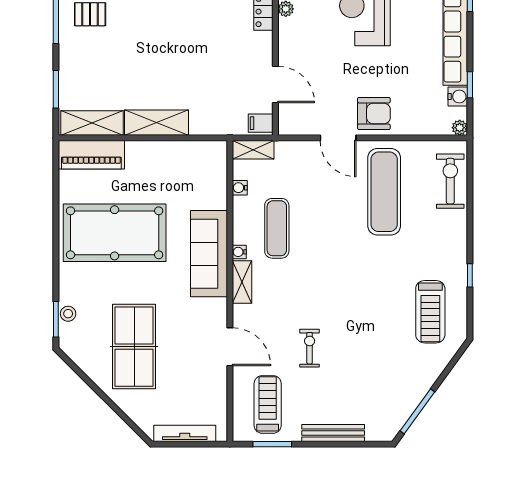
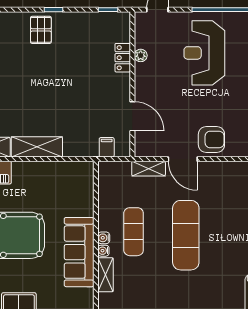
filing cabinet: (261, 123) -> (107, 147), moved, turned 90
shelving: (253, 150) -> (149, 169), moved
water cooler: (240, 188) -> (104, 238), moved
exercise mat: (384, 192) -> (186, 235), moved

